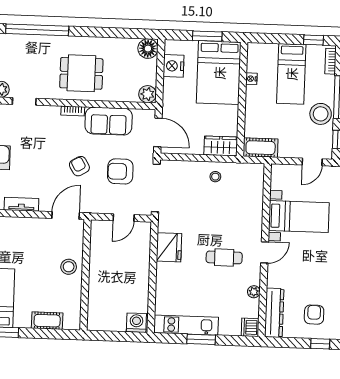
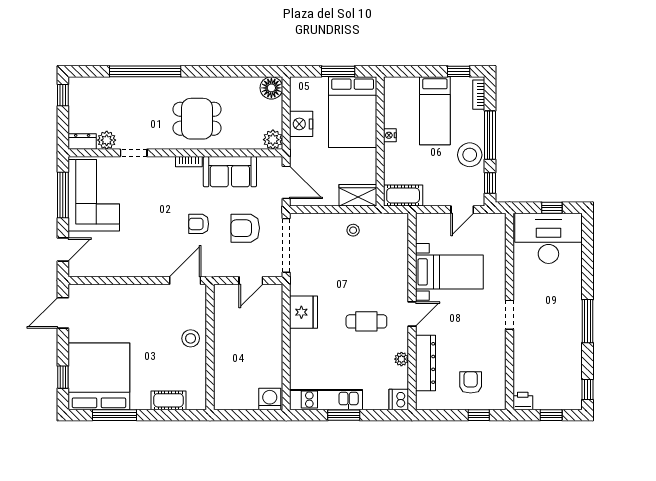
nightstand: (174, 66) -> (301, 124), moved
nightstand: (251, 79) -> (390, 135), moved
armchair: (79, 166) -> (199, 224), turned -59
tv unit: (21, 204) -> (135, 270), removed
dresser: (274, 313) -> (425, 363), moved

